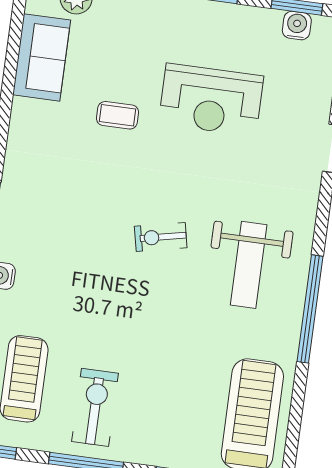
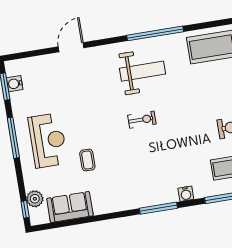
reception desk: (211, 100) -> (48, 140), moved
exercise bike: (161, 237) -> (142, 120), turned -78

